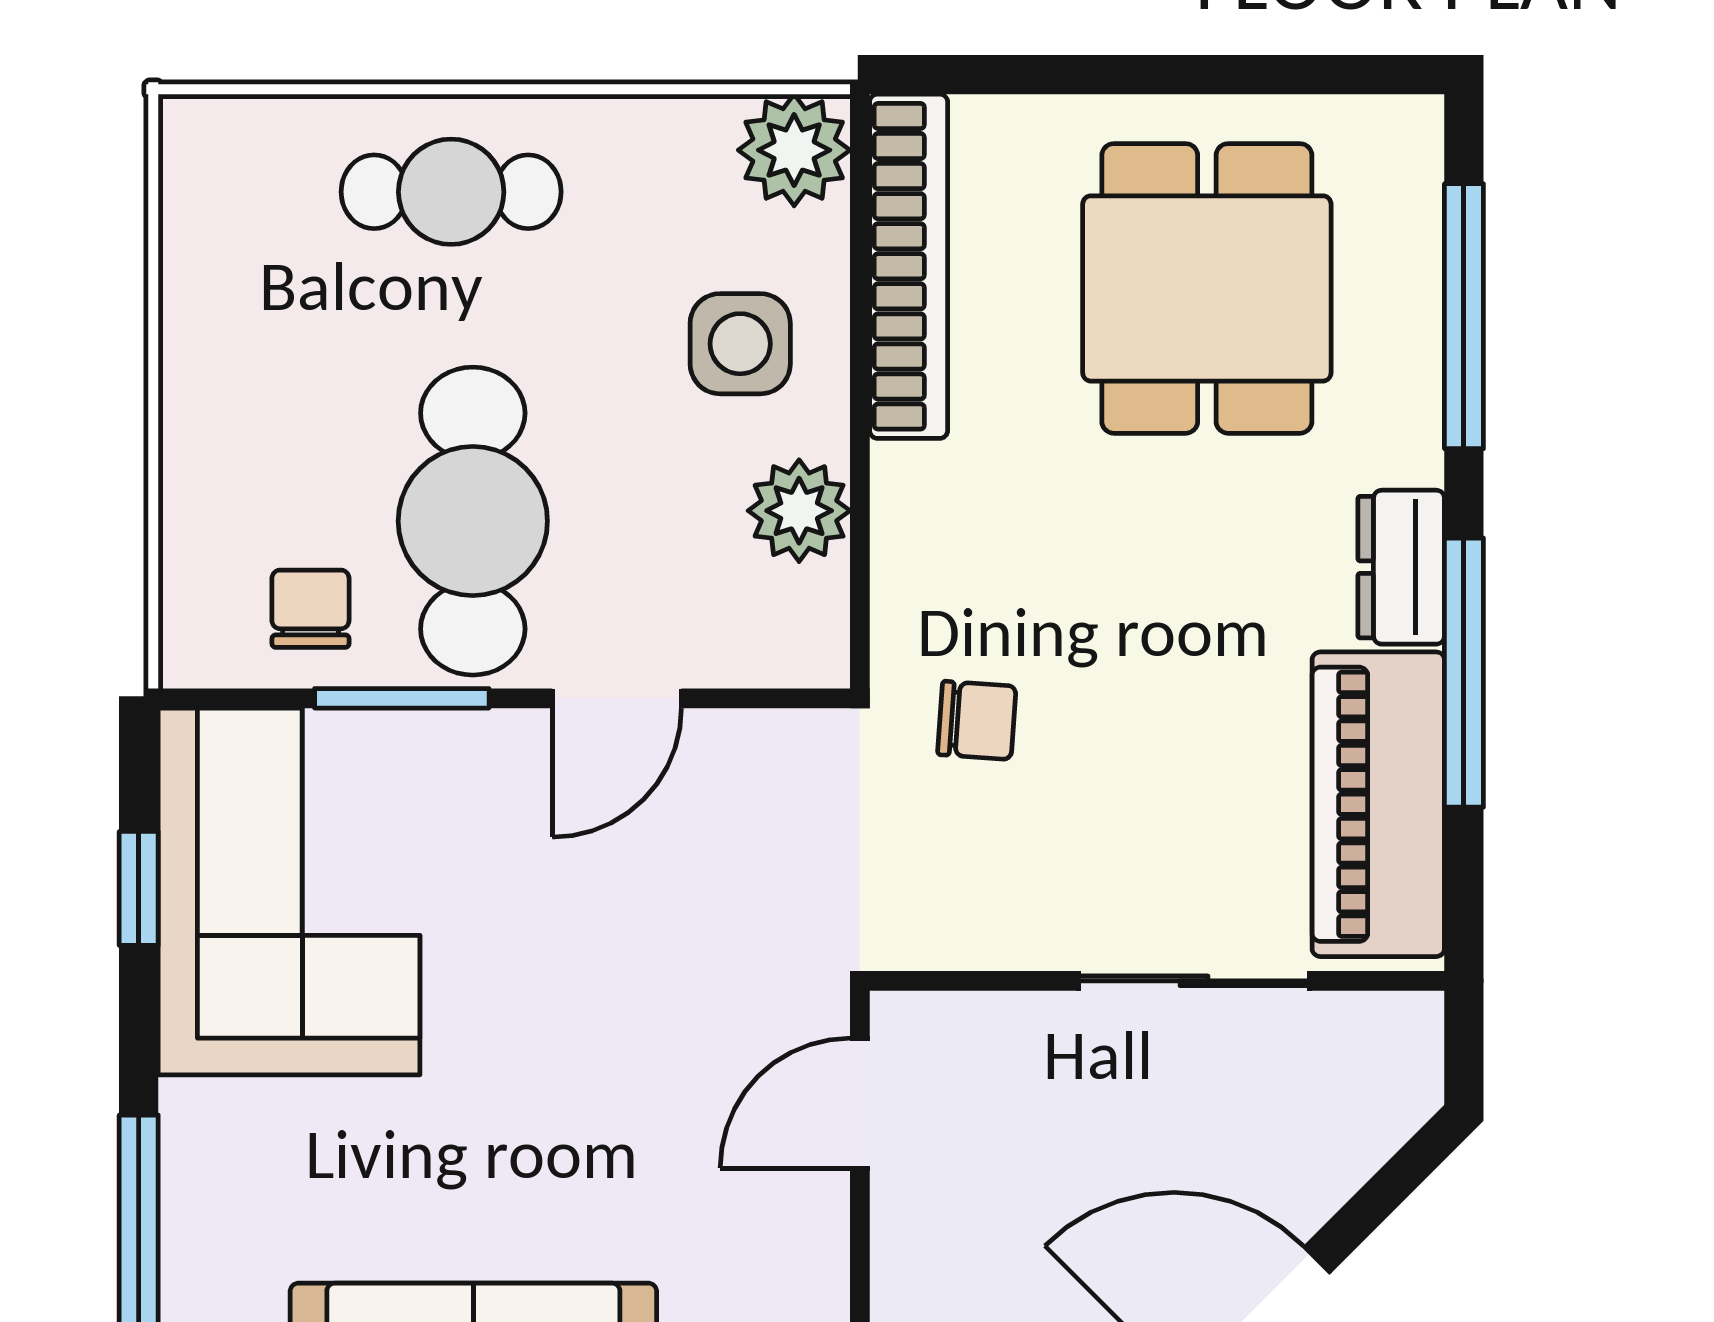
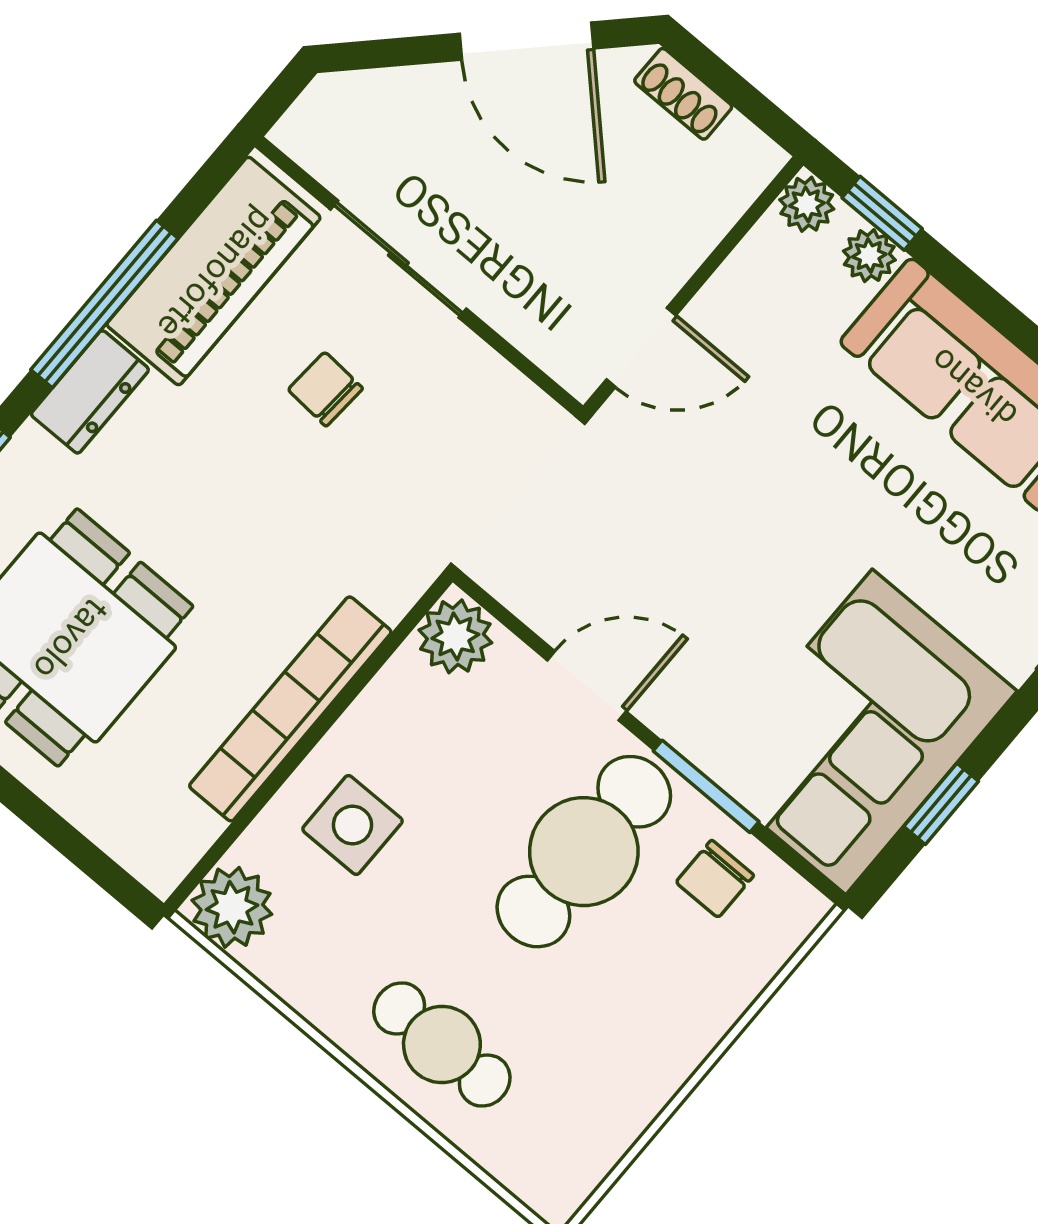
bookcase: (909, 266) -> (290, 709), moved
plant: (799, 511) -> (455, 636), moved
chair: (977, 720) -> (325, 389), moved

